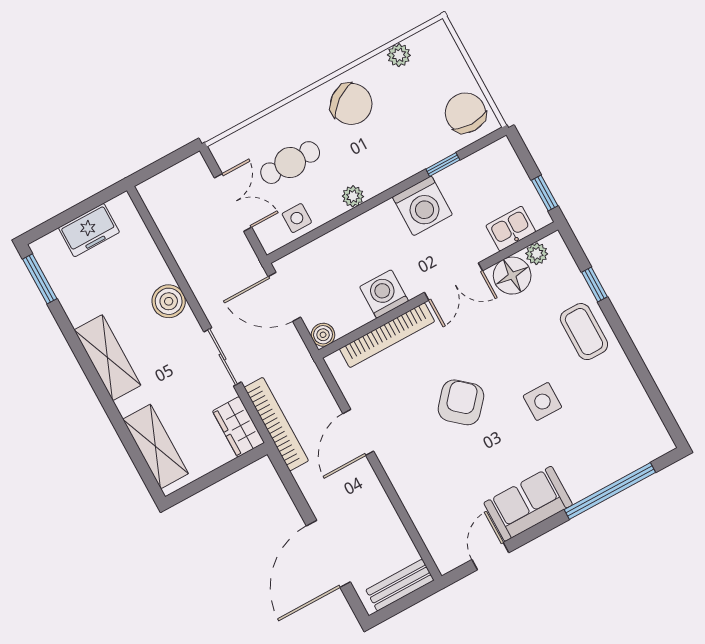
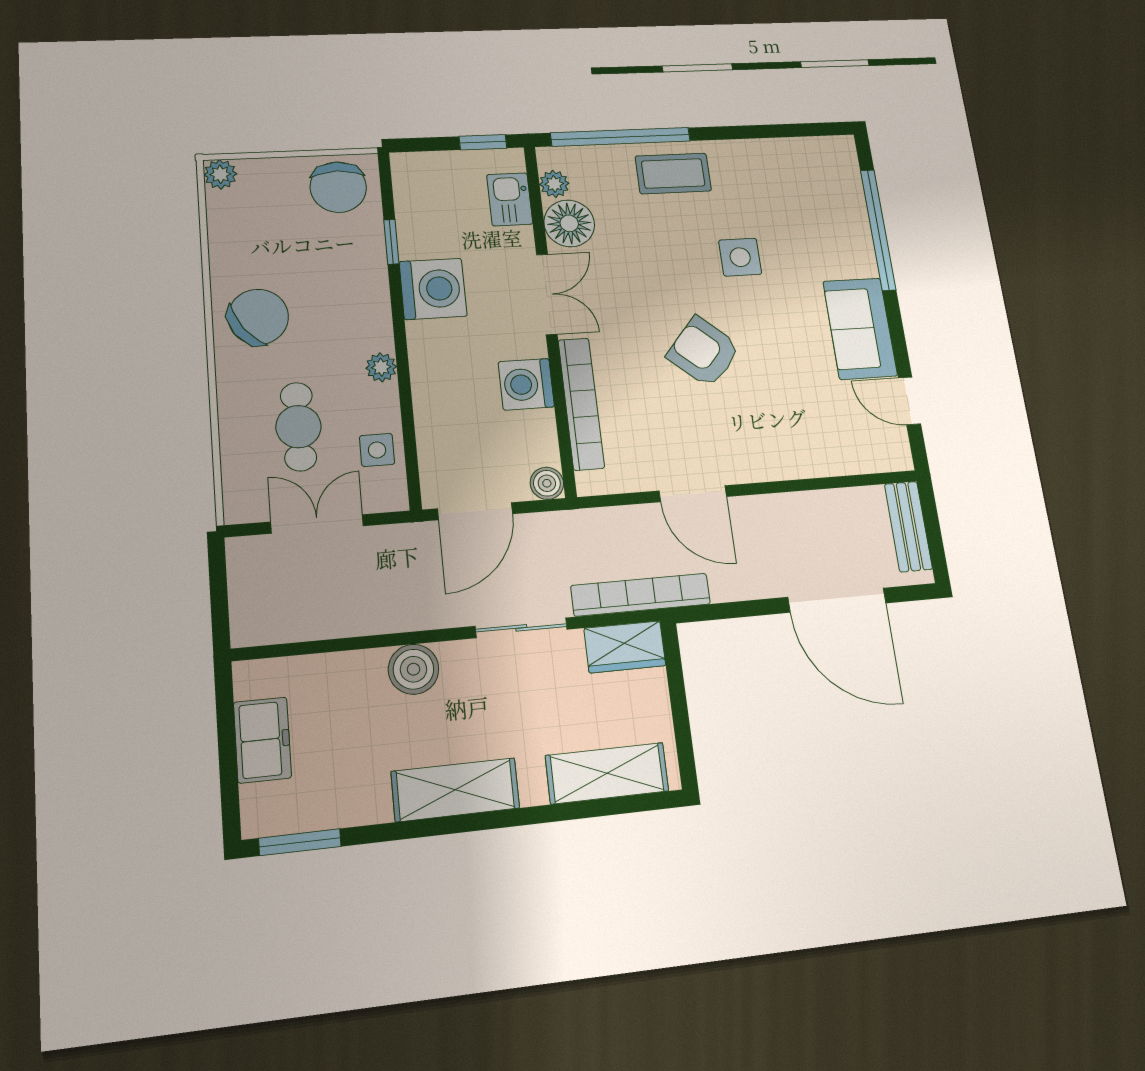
plant: (399, 55) -> (220, 174), moved
chair: (465, 113) -> (338, 187), turned -90
window: (594, 284) -> (621, 137), width x3.17

